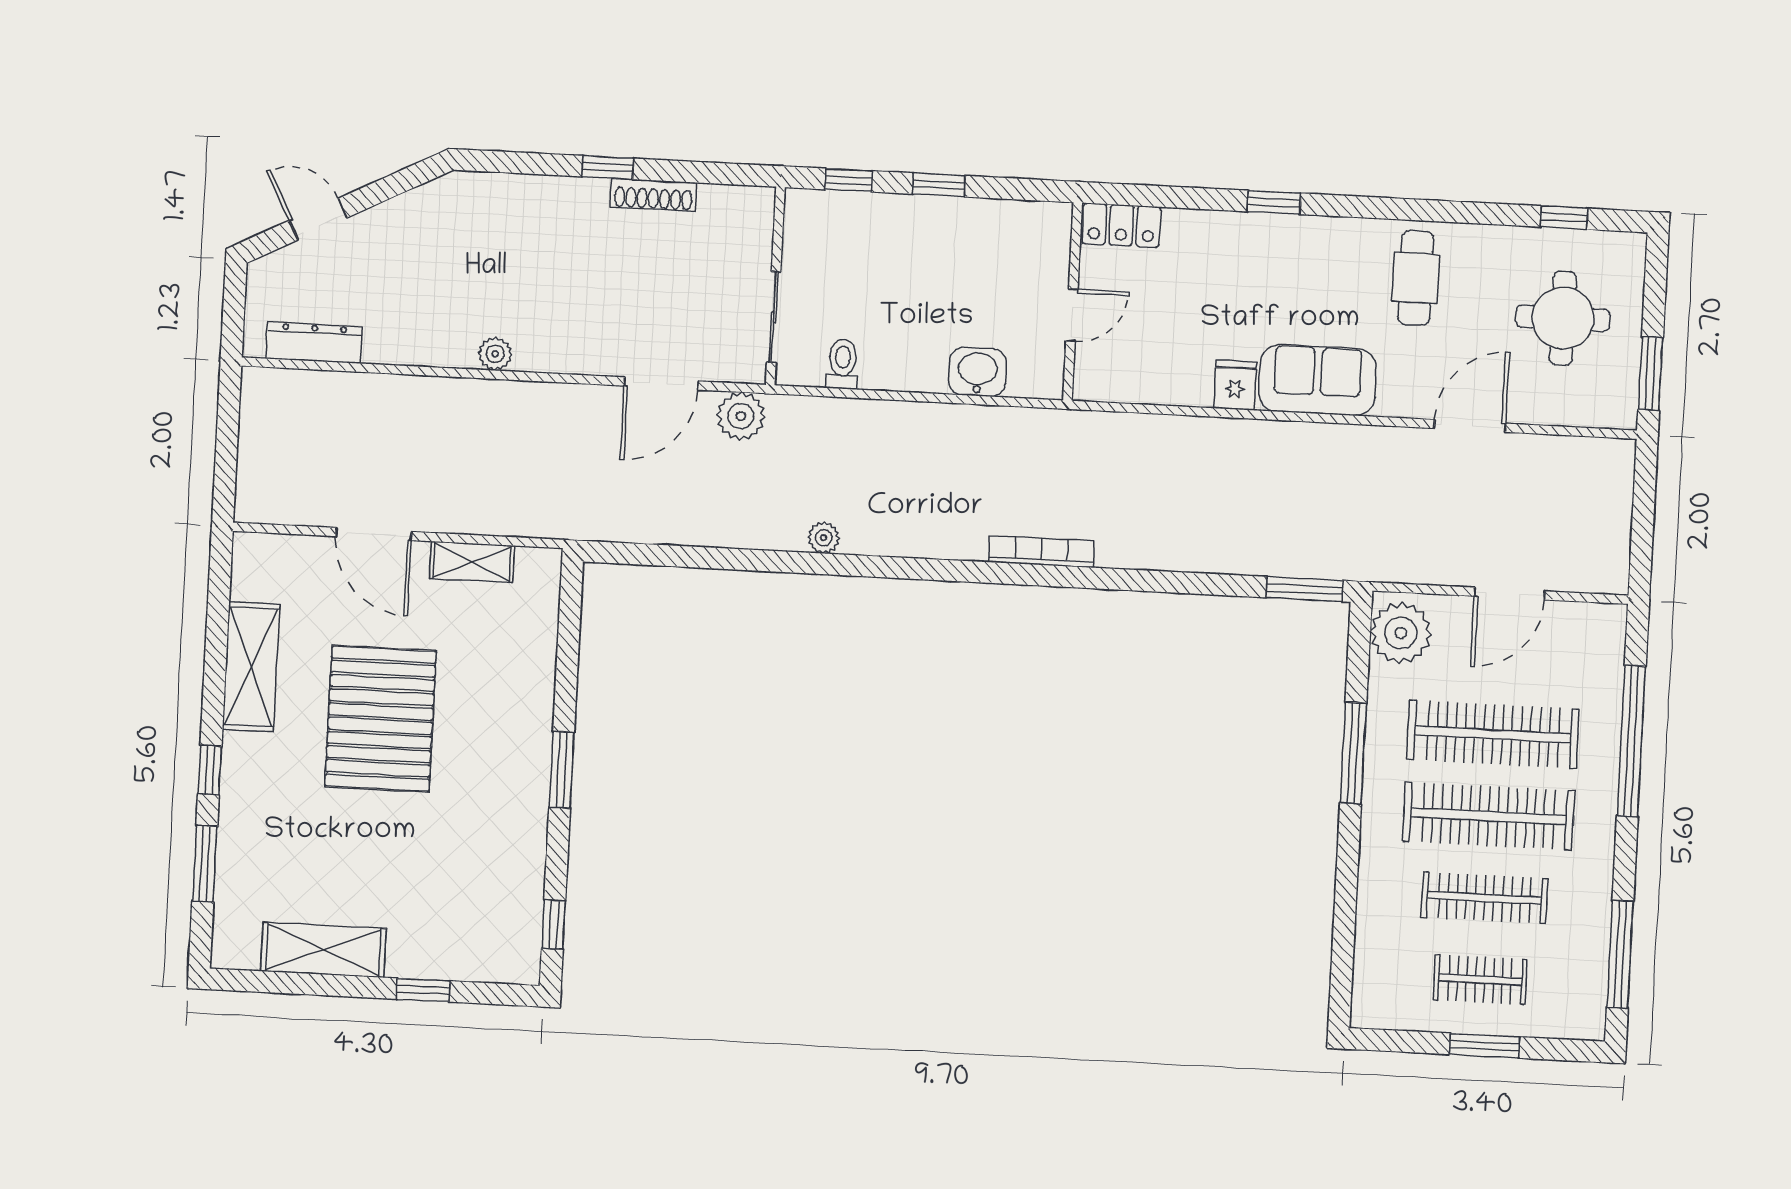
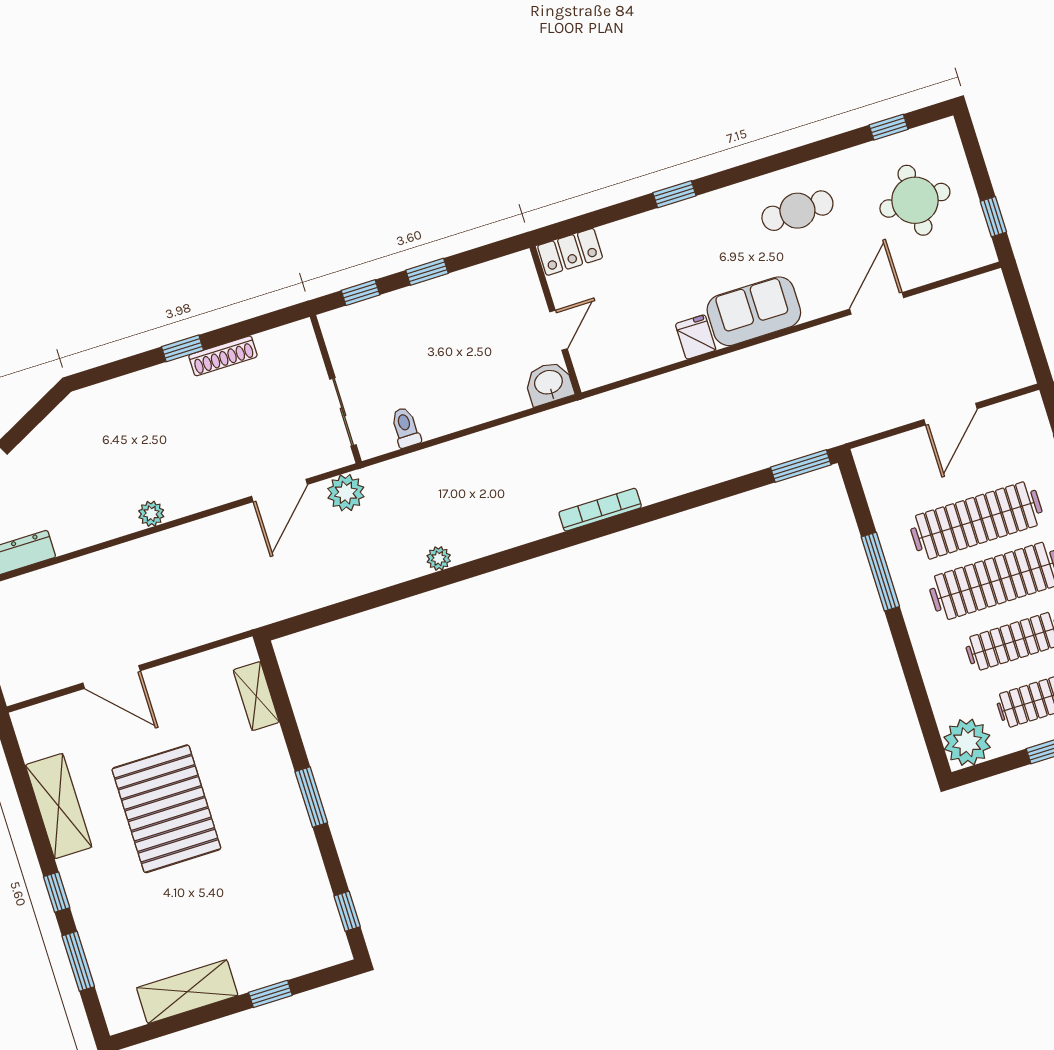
cafe table: (1416, 278) -> (797, 211), turned 90
washbasin: (978, 372) -> (549, 383), moved
window: (1651, 374) -> (993, 217), width x0.67
shelving: (472, 562) -> (256, 696), moved, turned 90
plant: (1401, 633) -> (967, 742), moved

